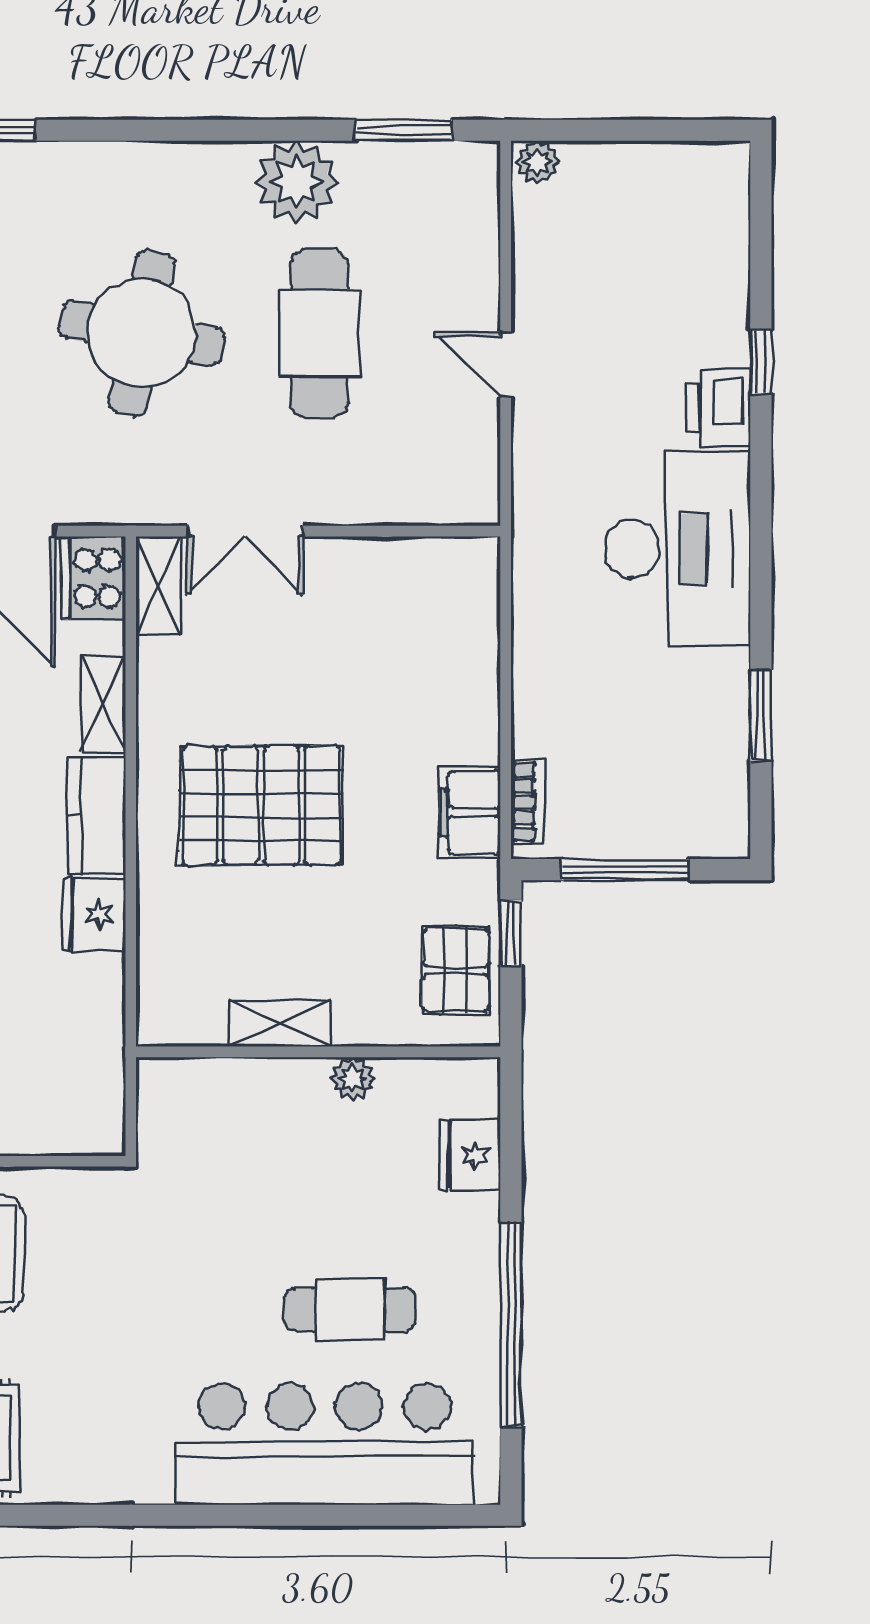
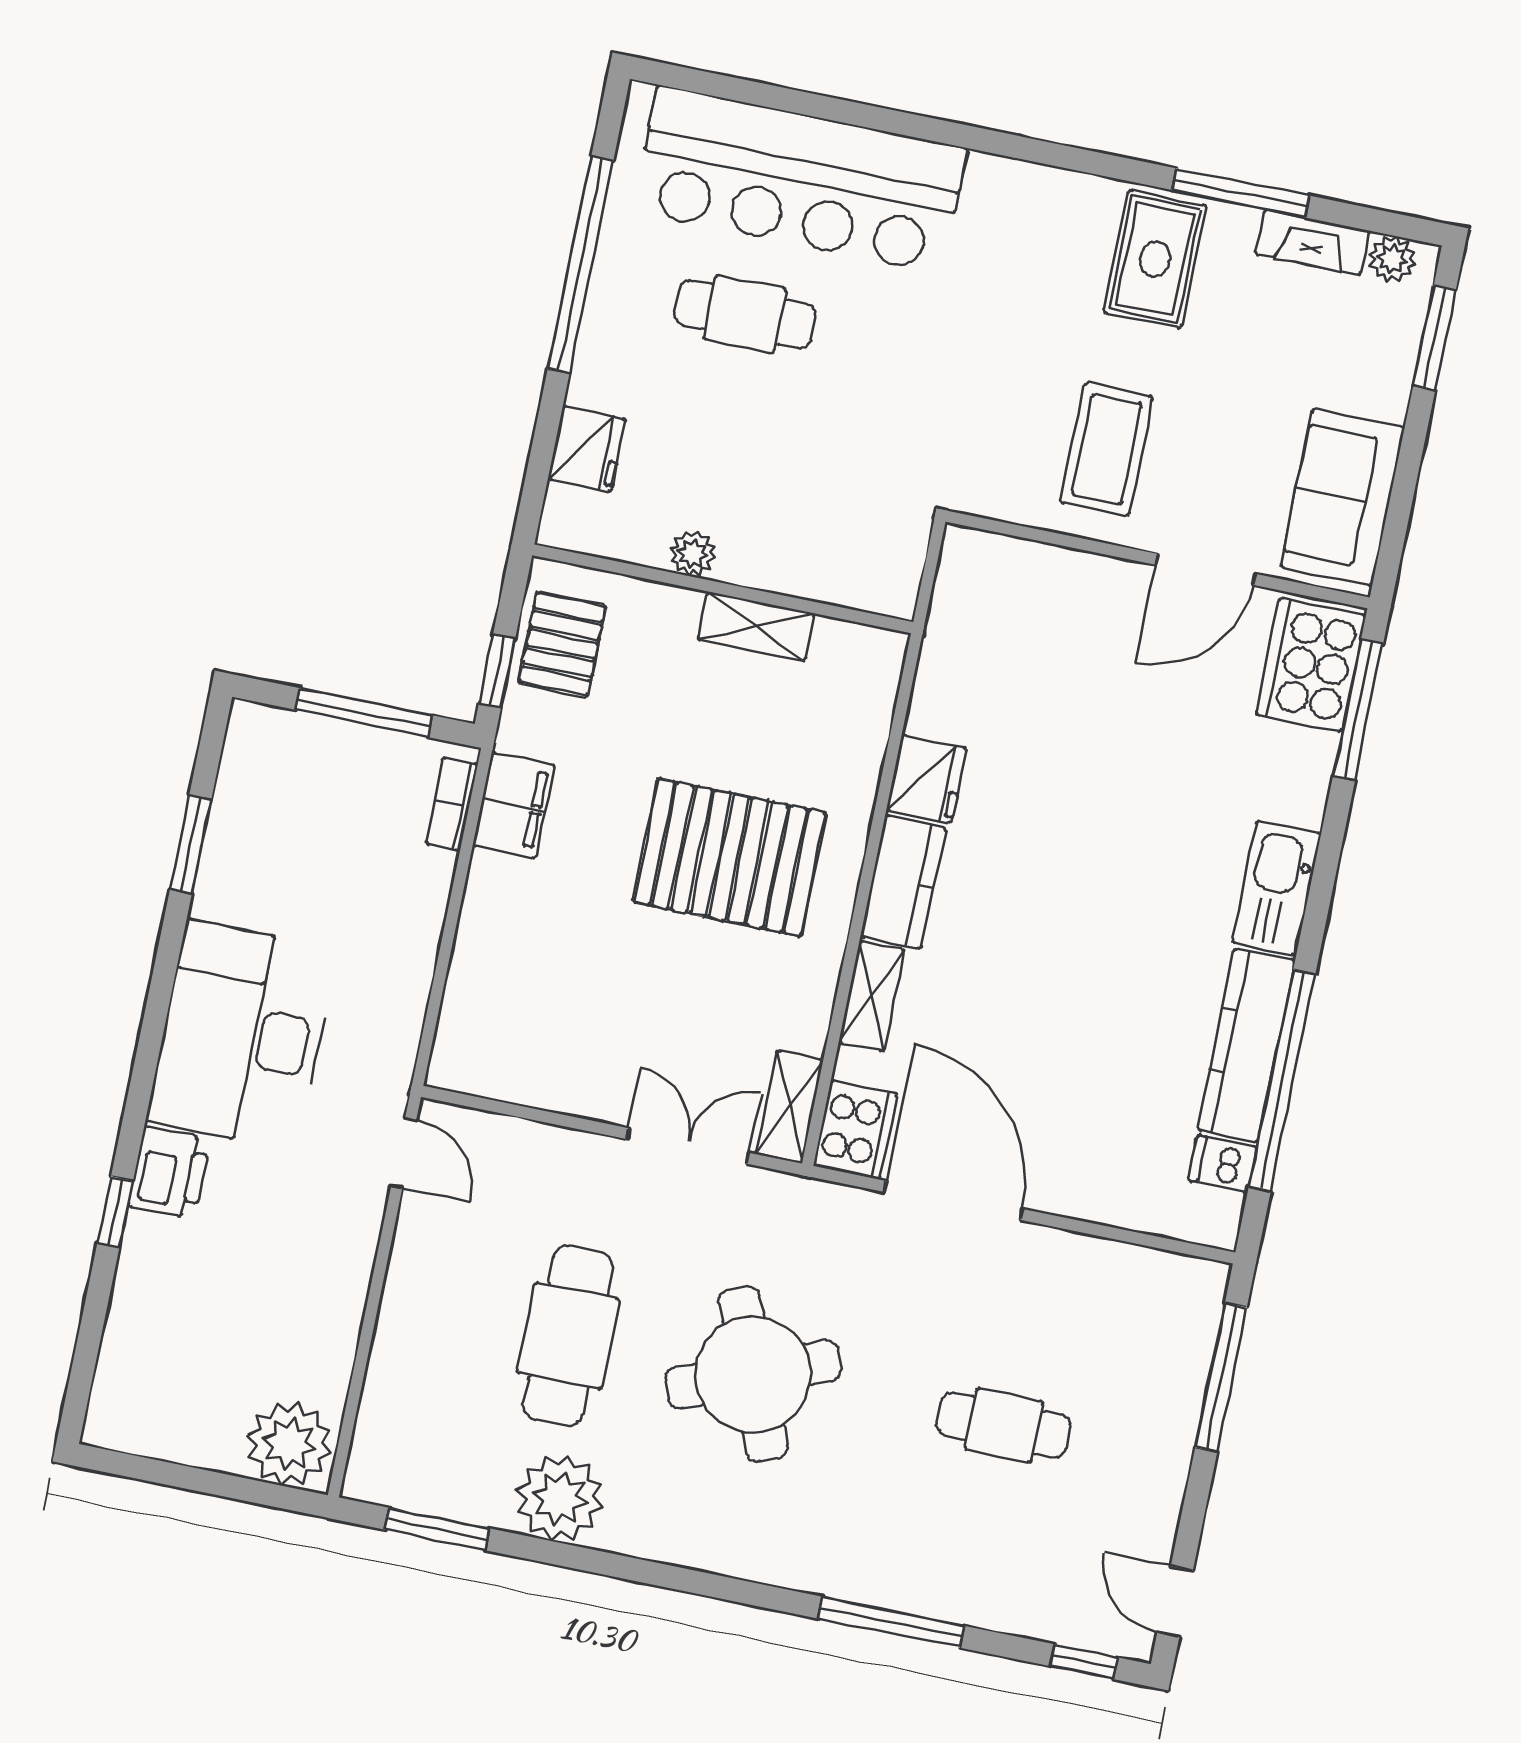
plant: (537, 162) -> (289, 1444), width x1.87, depth x1.87
round table: (142, 333) -> (753, 1374), turned -33
door: (506, 365) -> (404, 1153), moved

